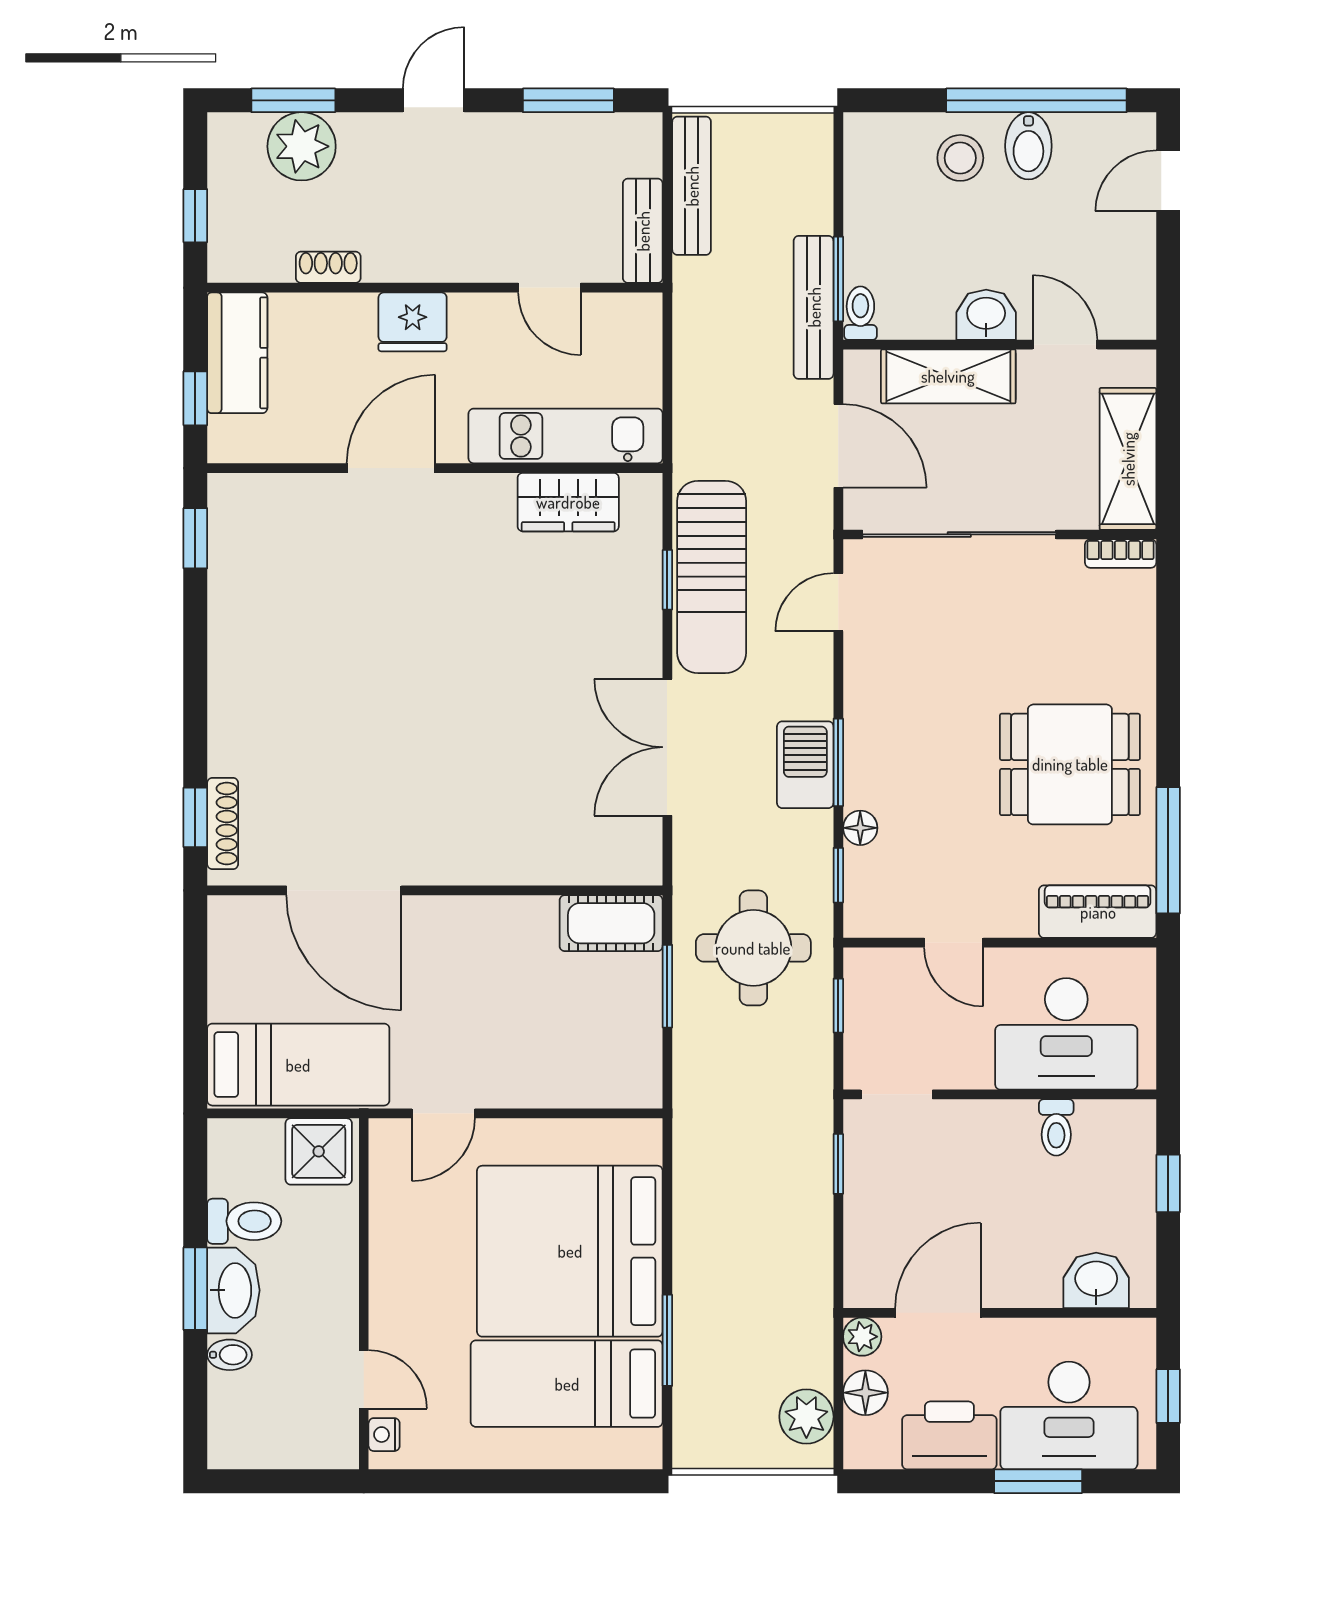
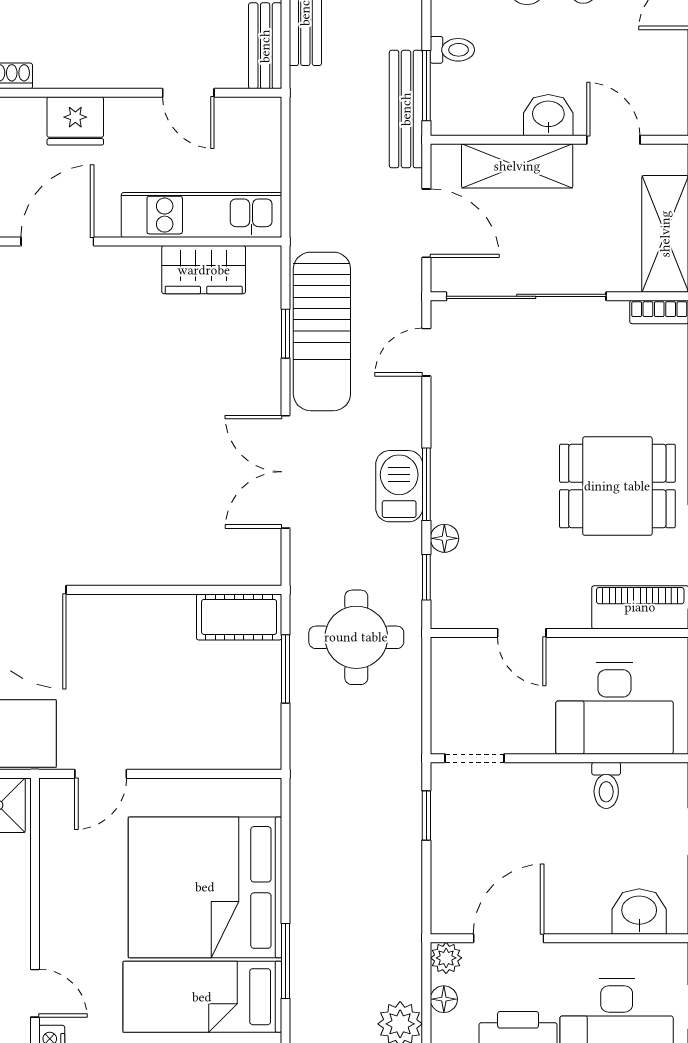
toilet: (860, 313) -> (452, 50), moved, turned 90
window: (838, 1006) -> (426, 685), removed
floor lamp: (865, 1393) -> (444, 999), width x0.73, depth x0.73

